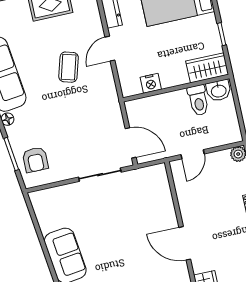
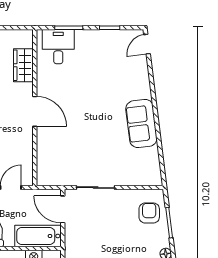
bathtub: (151, 108) -> (38, 236), added

